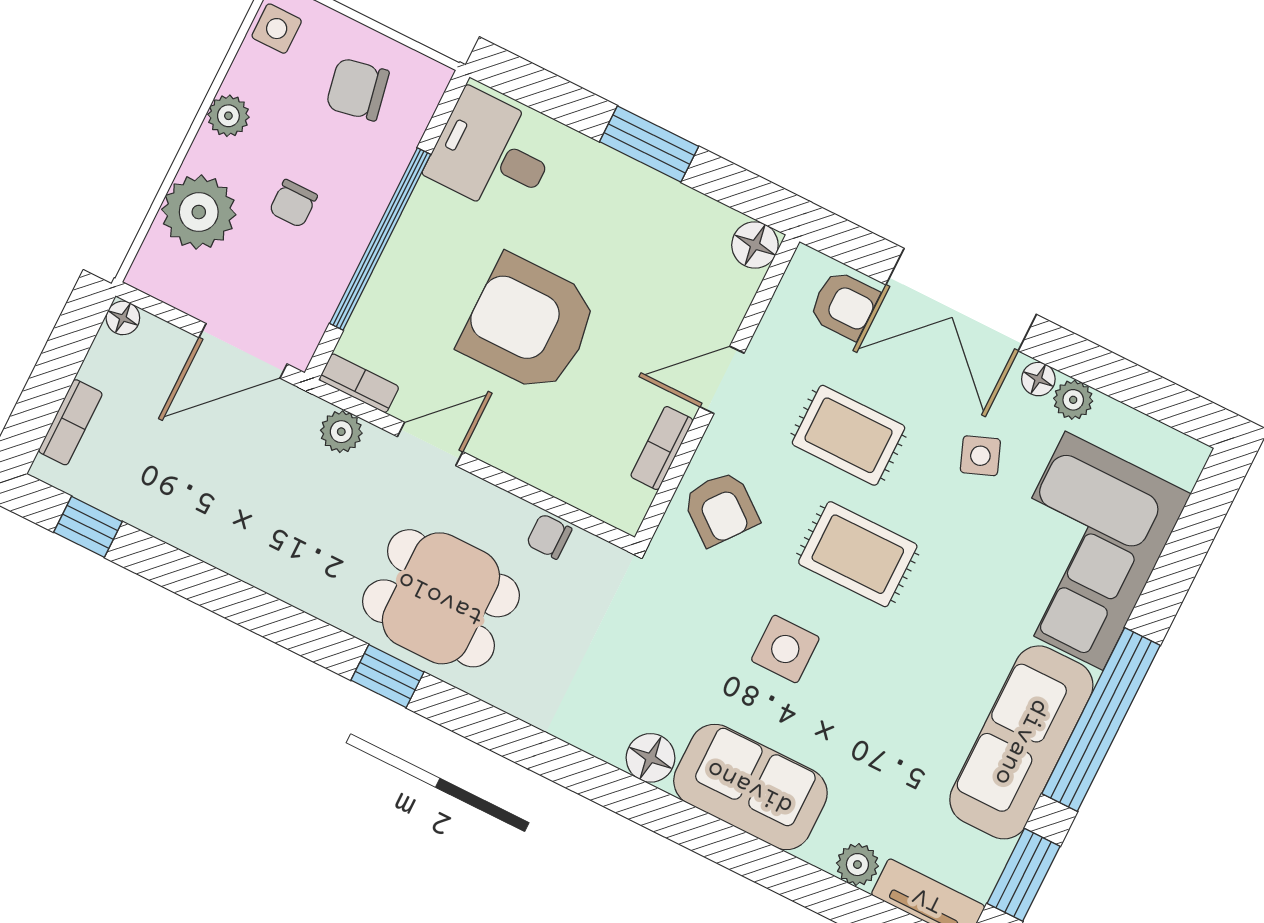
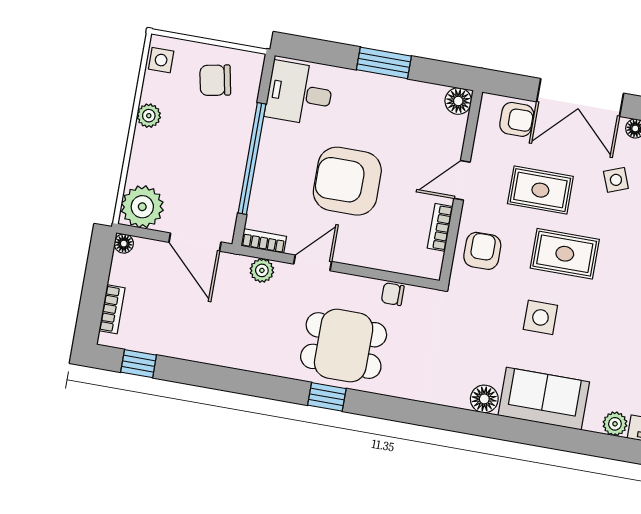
chair: (293, 204) -> (199, 153), removed
plant: (199, 212) -> (142, 207), moved
door: (243, 351) -> (195, 242), hinge flipped
armchair: (721, 508) -> (482, 251), turned -128

